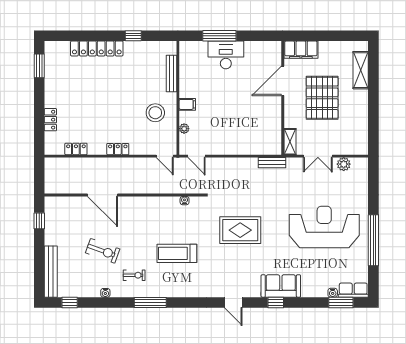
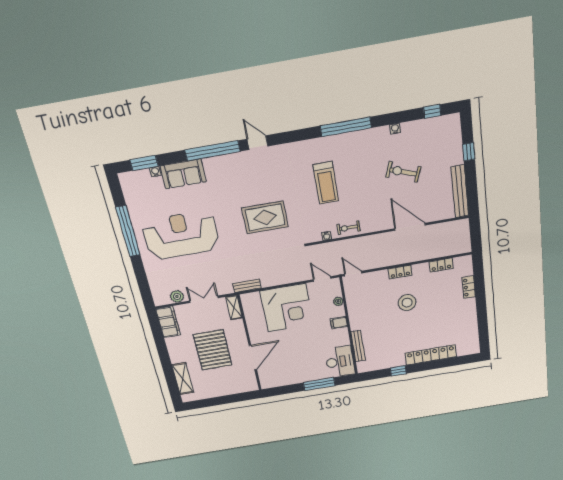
filing cabinet: (301, 50) -> (168, 322), moved, turned 90
desk: (226, 55) -> (340, 362), moved, turned -90
window: (39, 66) -> (483, 332), removed
stool: (155, 113) -> (407, 303), moved
corner desk: (237, 131) -> (287, 308), added
window: (39, 221) -> (469, 152), moved
reception desk: (324, 227) -> (181, 235), turned 180
treadmill: (177, 253) -> (326, 183), turned 90
bench: (51, 272) -> (460, 191), moved
exercise bike: (134, 275) -> (348, 228), moved
sofa: (281, 286) -> (183, 174), moved
row of seats: (353, 290) -> (135, 178), removed
window: (150, 302) -> (346, 127), width x1.46
window: (276, 302) -> (212, 151), width x3.17

